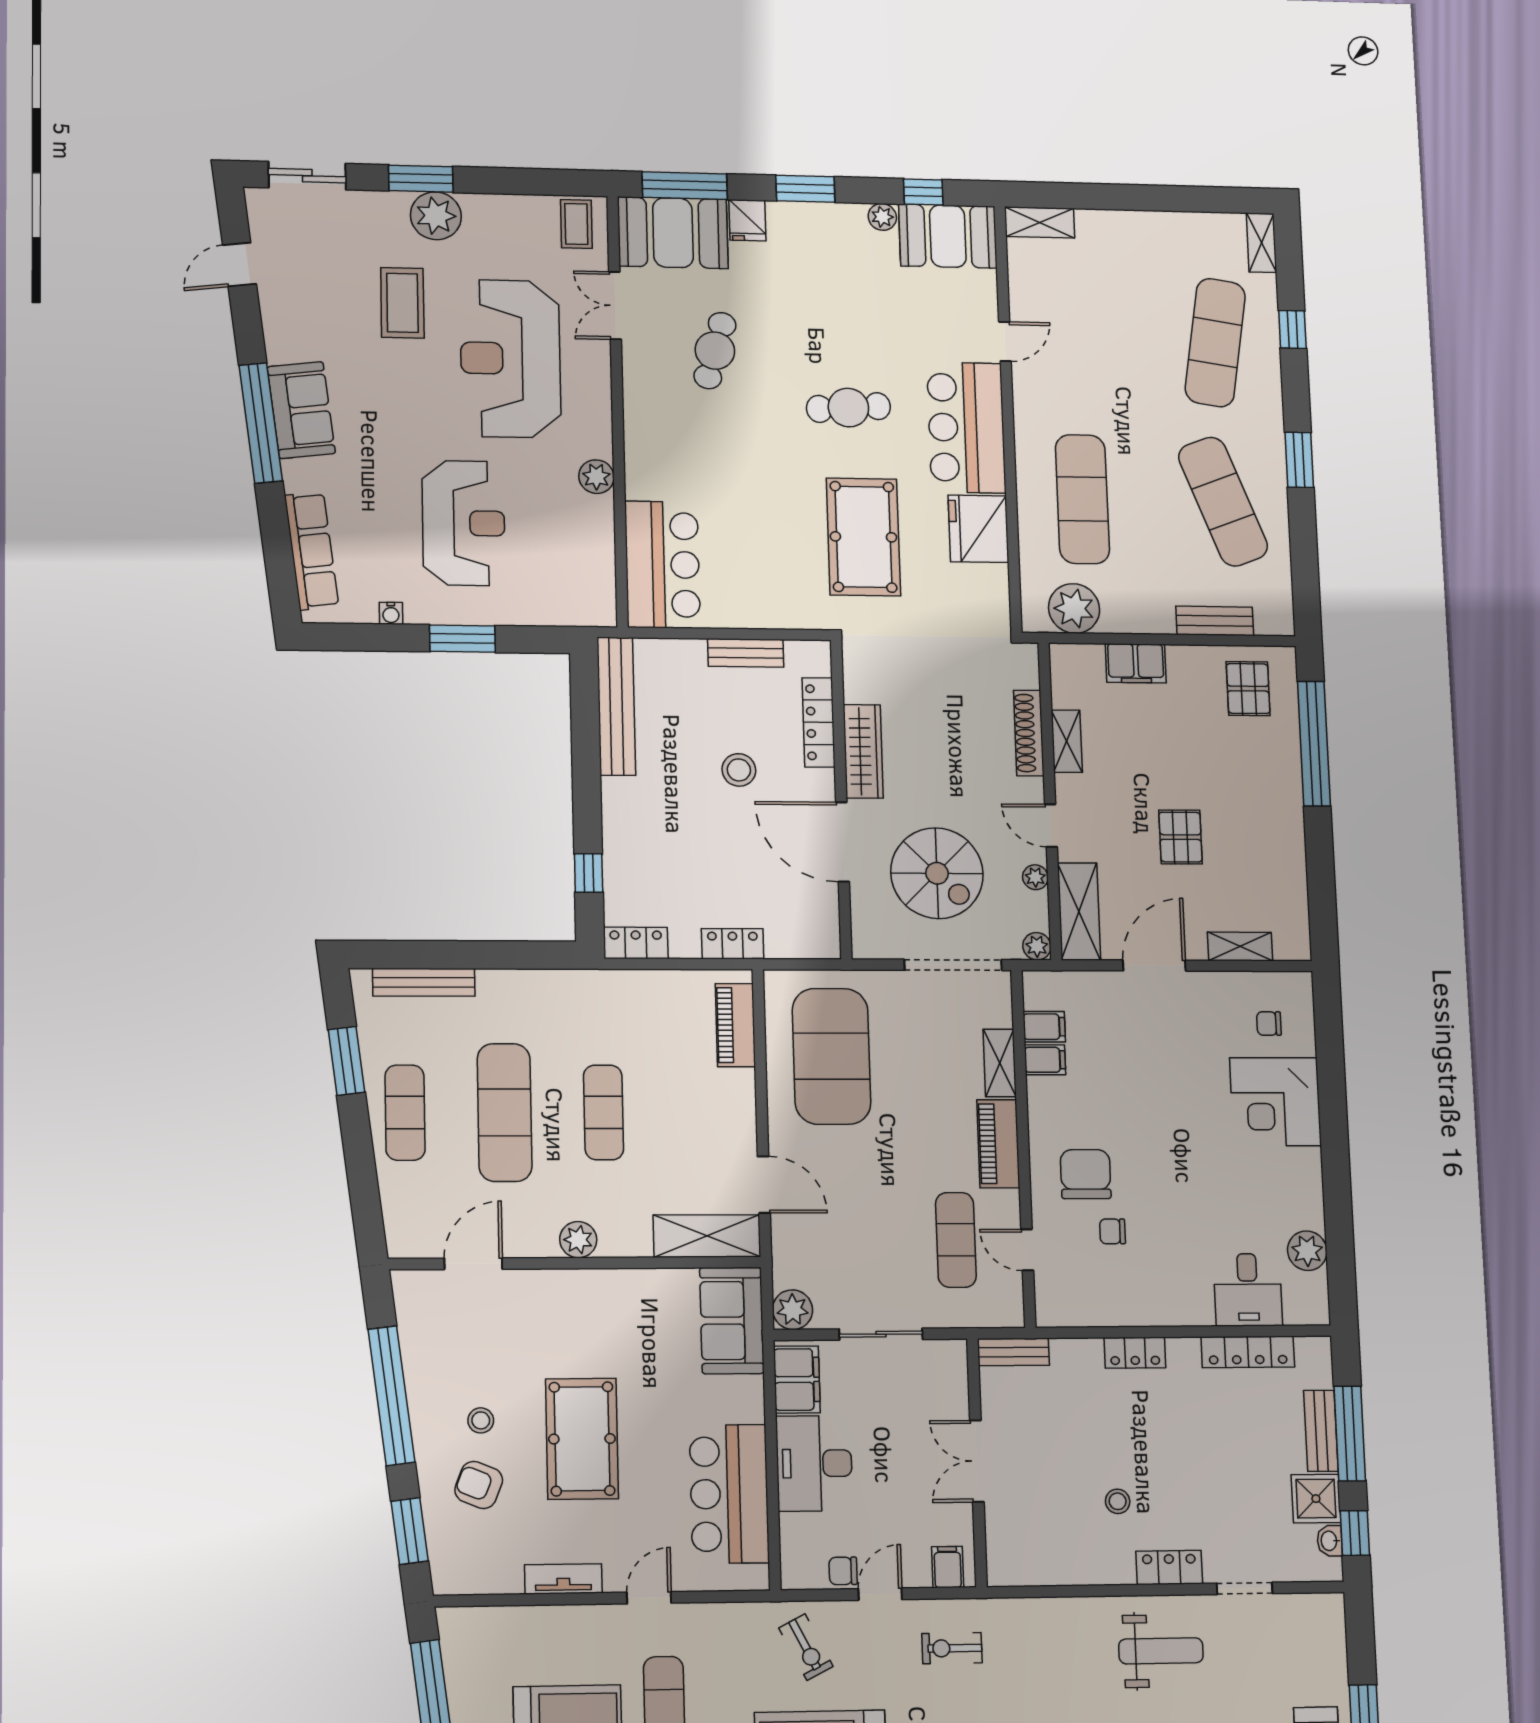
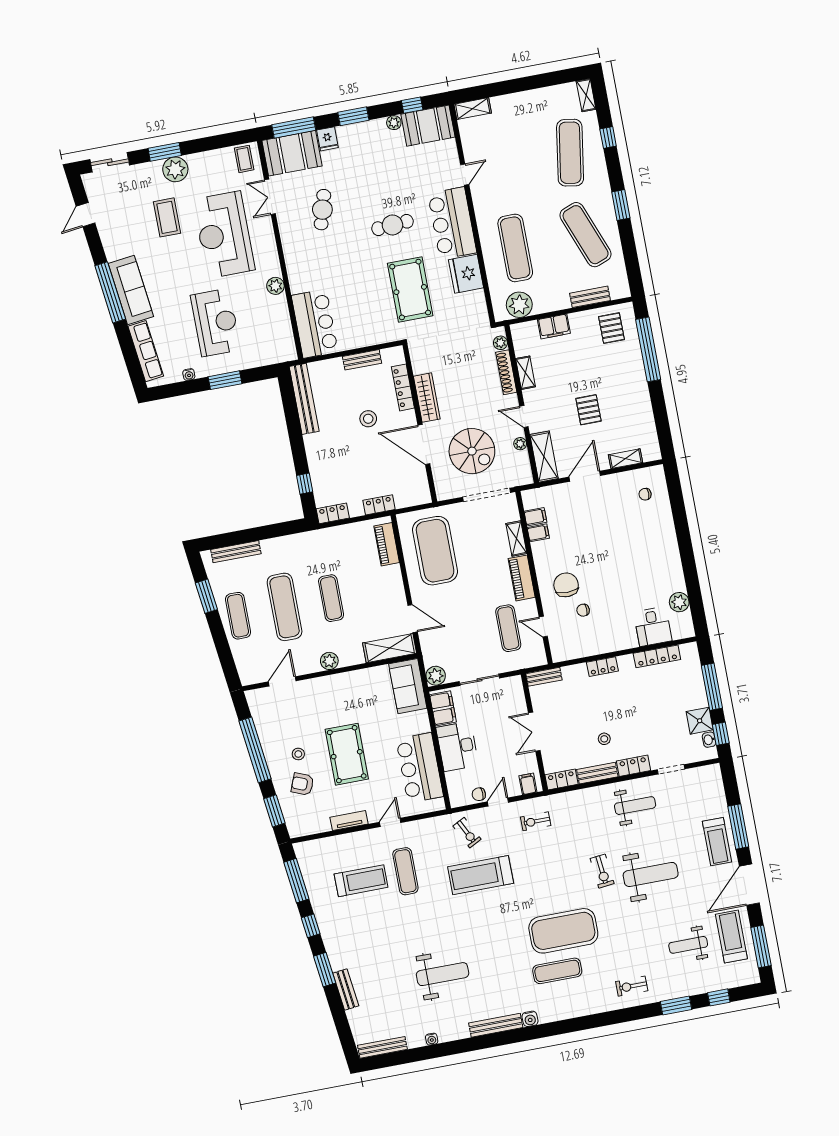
sofa: (301, 410) -> (131, 290), width x1.36
plant: (1037, 946) -> (500, 343), moved
corner desk: (1275, 1102) -> (654, 532), removed
bench: (1321, 1431) -> (597, 773), moved, turned 90
locker: (1018, 1570) -> (562, 780), added

